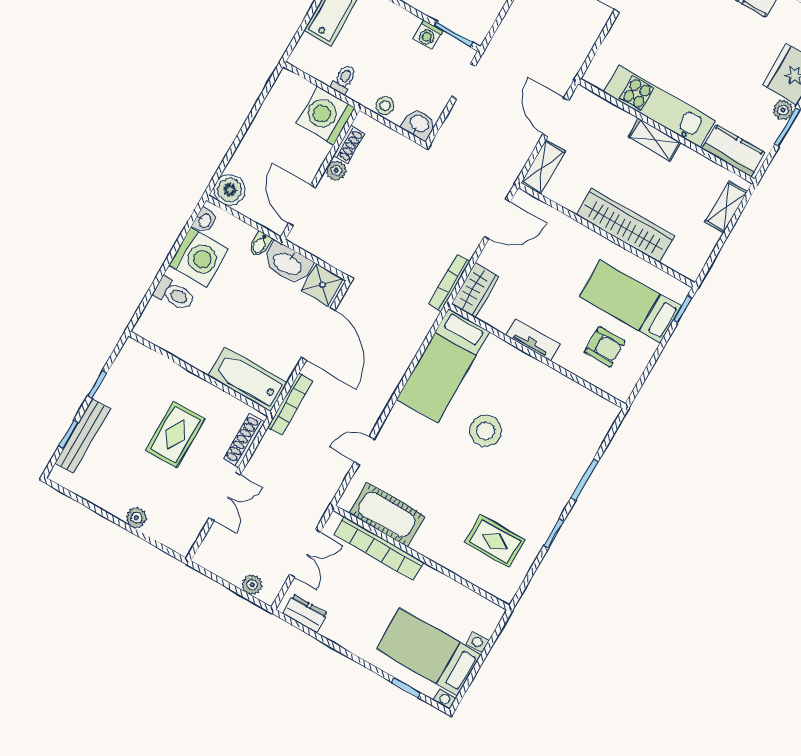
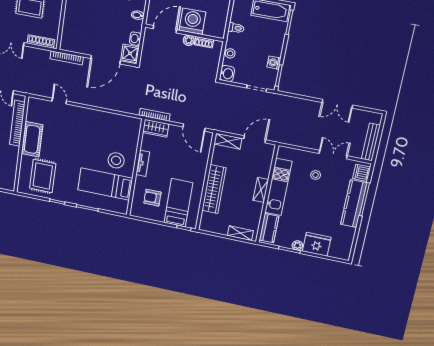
stool: (658, 32) -> (316, 175), added
washing machine: (326, 116) -> (192, 21), moved
washbasin: (288, 263) -> (135, 39), width x0.52, depth x0.69
armchair: (605, 347) -> (152, 198), turned 90
bed: (443, 365) -> (105, 184), moved
bathtub: (248, 379) -> (70, 33), removed
stool: (486, 431) -> (116, 160), moved
cot: (387, 515) -> (32, 139), moved
rug: (495, 541) -> (43, 176), width x1.36, depth x1.43

